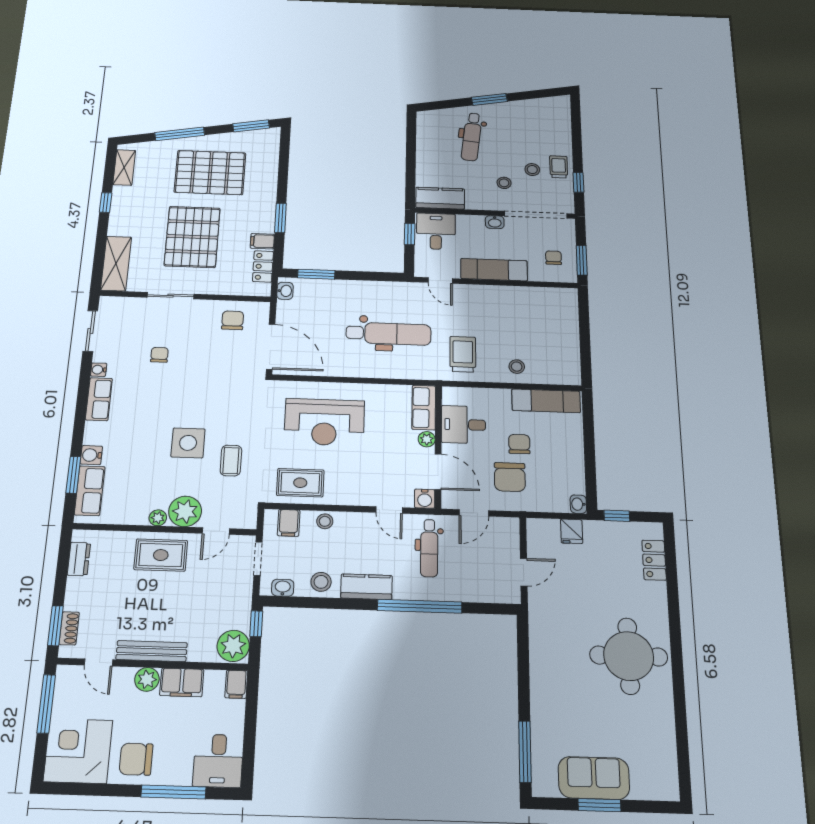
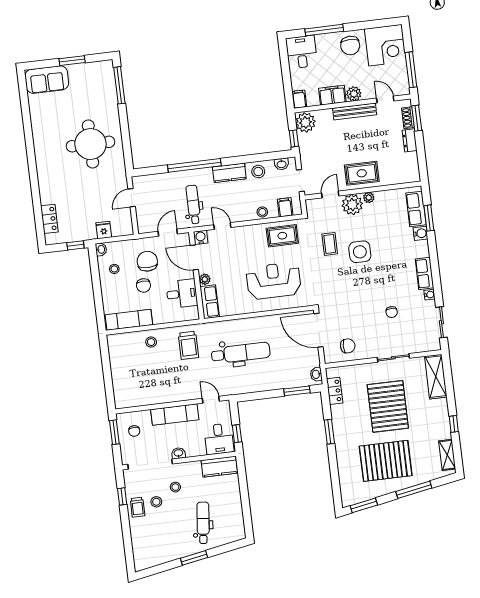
filing cabinet: (262, 241) -> (339, 411), removed
chair: (233, 320) -> (348, 346), turned -90
dental chair: (389, 334) -> (241, 353), turned 180
stool: (561, 474) -> (114, 269), added
dresser: (79, 559) -> (410, 140), moved
round table: (629, 656) -> (90, 144), moved
chair: (136, 759) -> (350, 46), turned 90
sofa: (594, 778) -> (47, 80), moved

